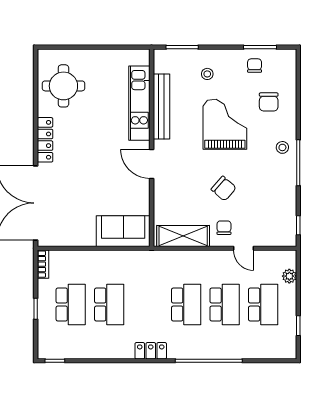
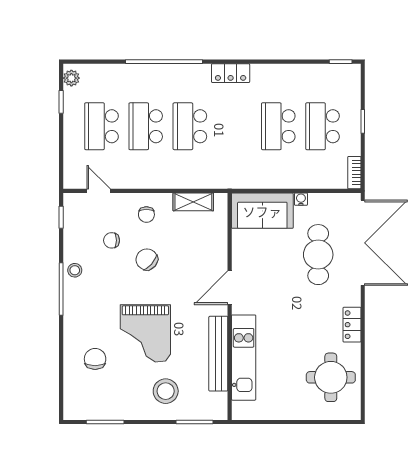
chair: (255, 66) -> (112, 240), moved, turned 90
stool: (207, 74) -> (166, 391), width x1.89, depth x1.89
locker: (45, 140) -> (352, 325), width x0.66
stool: (282, 147) -> (75, 270), moved
door: (152, 164) -> (230, 288), swing flipped
cafe table: (74, 193) -> (318, 255), added
shelving: (183, 236) -> (193, 202), width x0.67, depth x0.75
water cooler: (89, 241) -> (301, 199), added
door: (244, 248) -> (99, 191), moved
plant: (289, 276) -> (71, 78), moved

